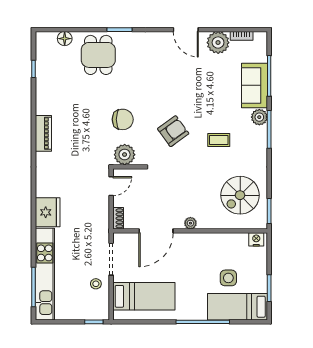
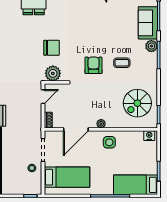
armchair: (173, 131) -> (93, 65), moved, turned -54
side table: (228, 278) -> (109, 142), moved

